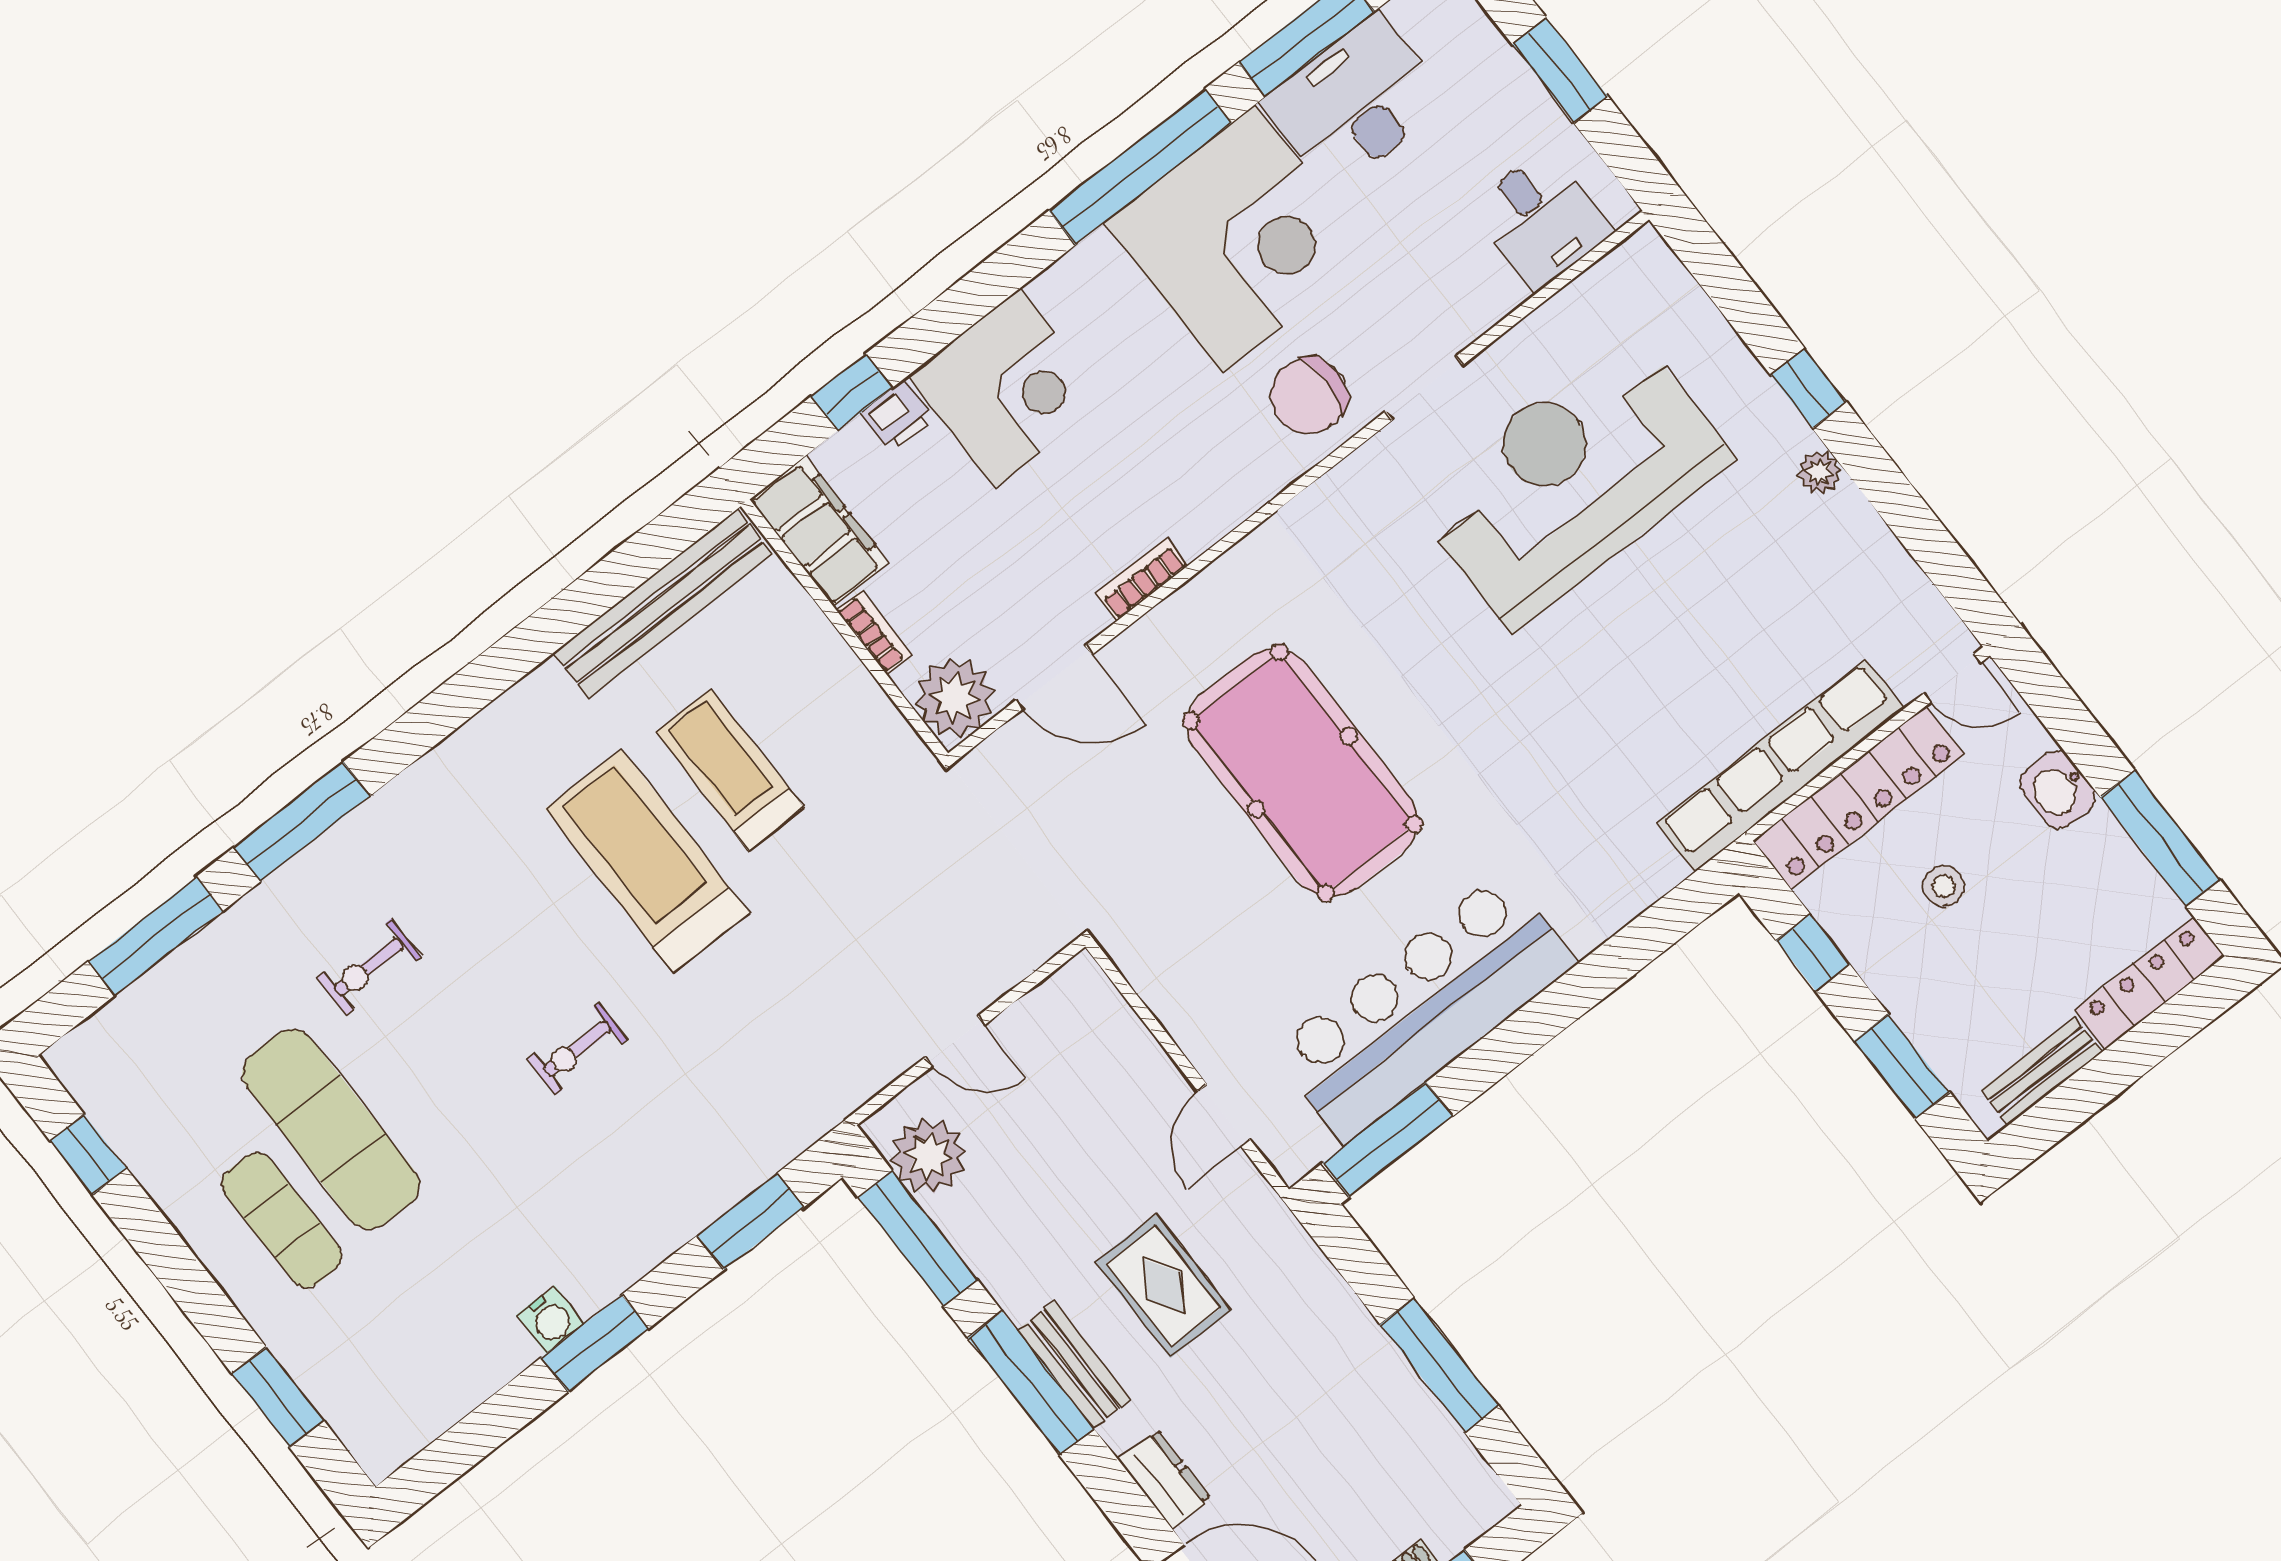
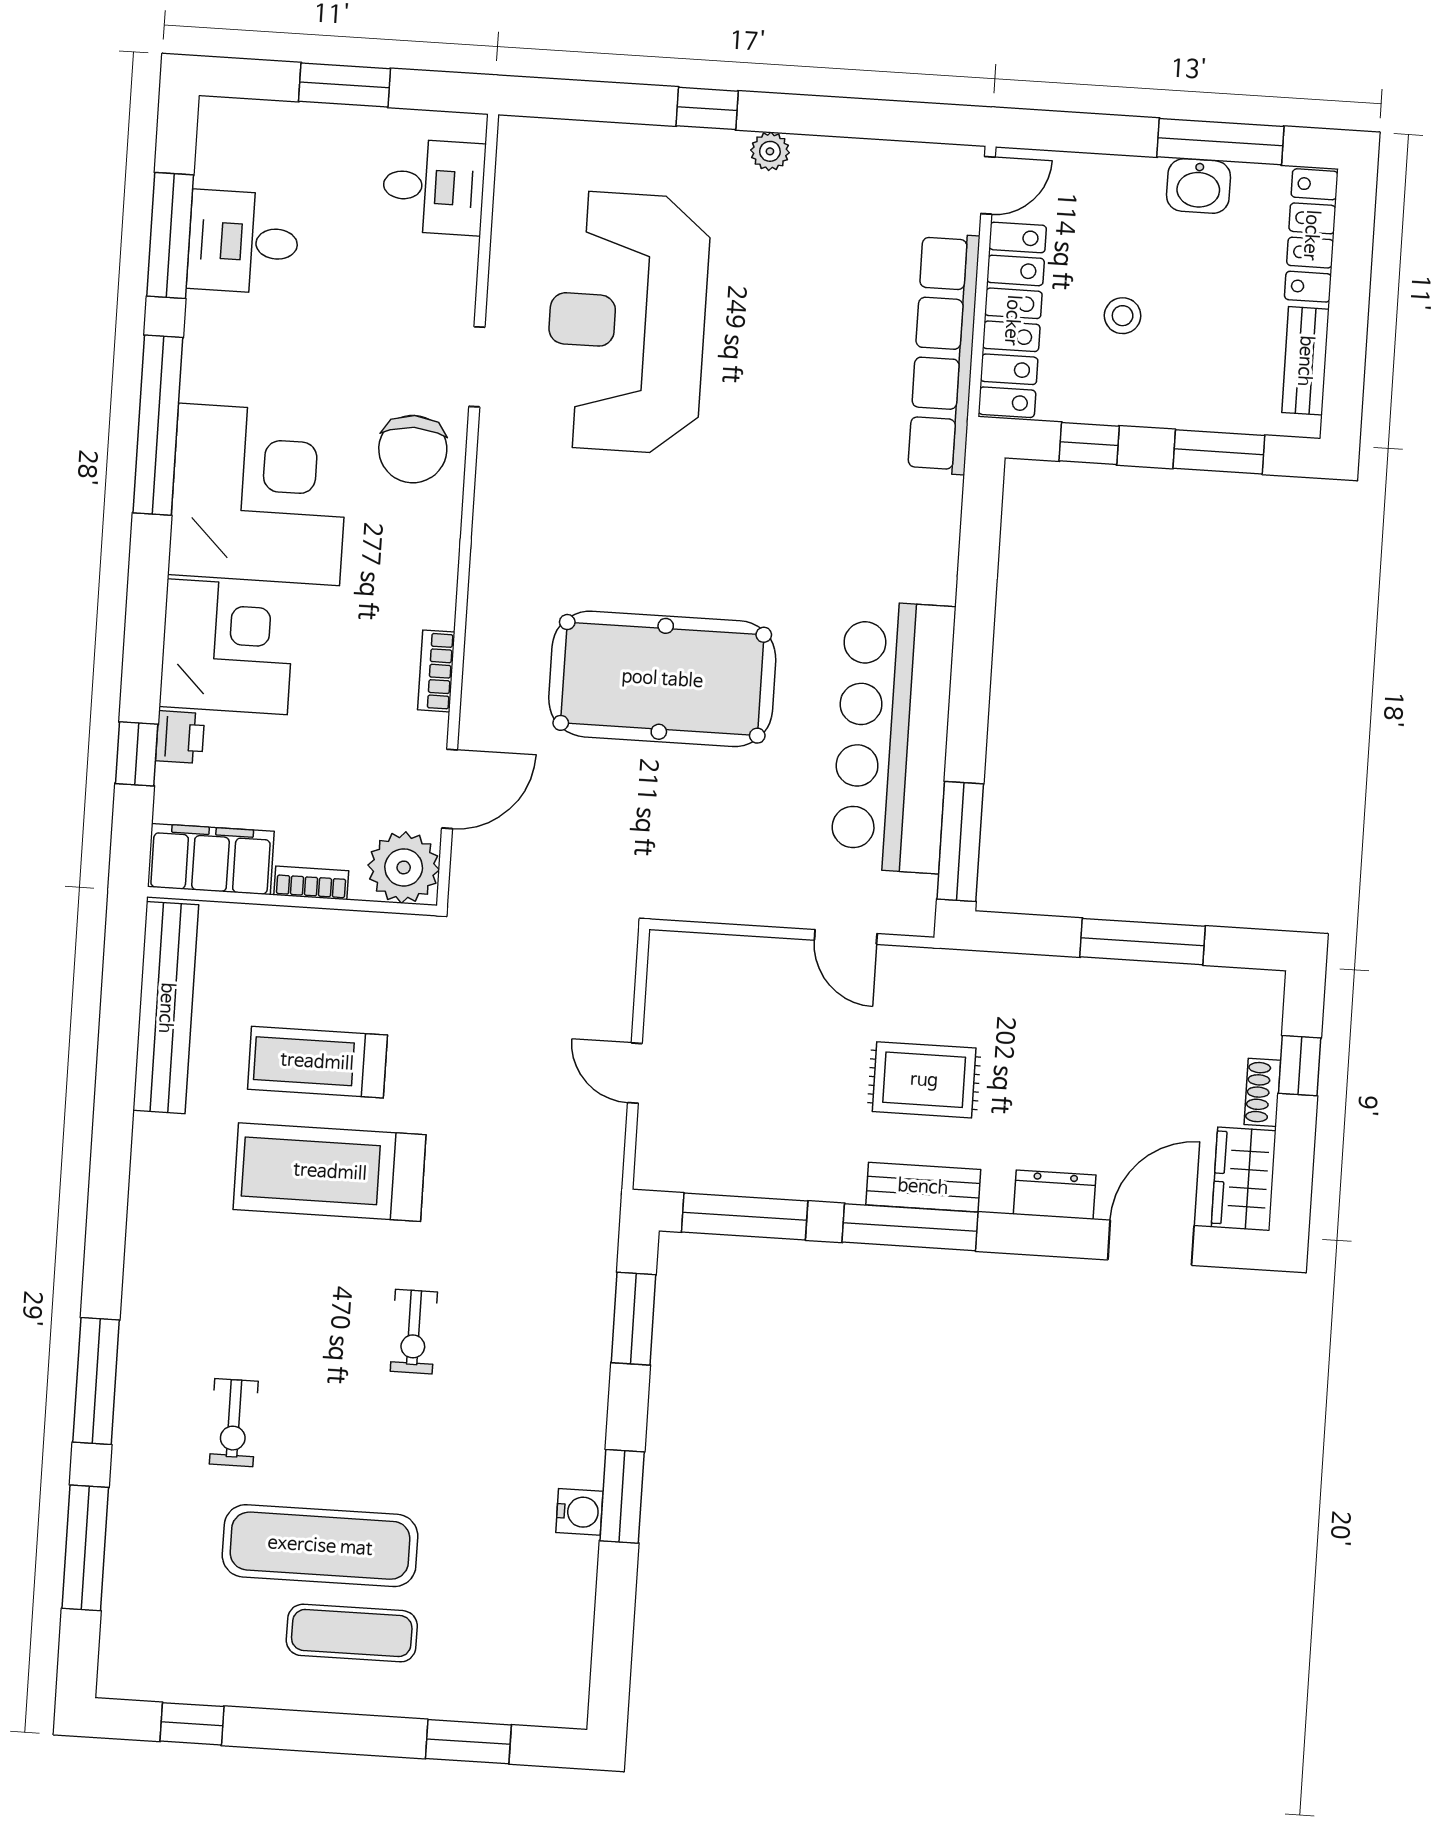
desk: (1355, 102) -> (243, 242), width x0.73
corner desk: (1238, 239) -> (259, 494), moved
washbasin: (2058, 790) -> (1199, 186), moved
door: (955, 1041) -> (635, 1073), swing flipped
plant: (929, 1156) -> (696, 1160), removed

